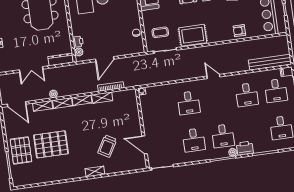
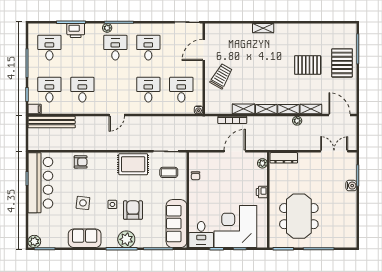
printer: (78, 42) -> (262, 192), moved
double door: (31, 69) -> (334, 151), moved
door: (213, 76) -> (117, 115), hinge flipped
desk: (159, 107) -> (181, 90), added
pallet: (51, 144) -> (308, 65), width x0.73, depth x0.71
door: (145, 145) -> (204, 50), swing flipped
trolley: (107, 146) -> (221, 76), moved
printer: (245, 148) -> (76, 30), moved

